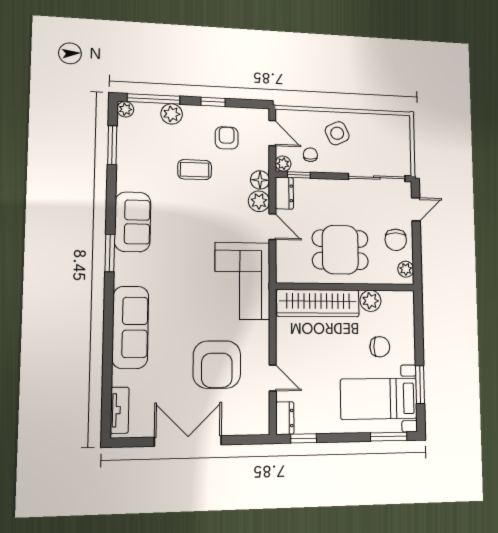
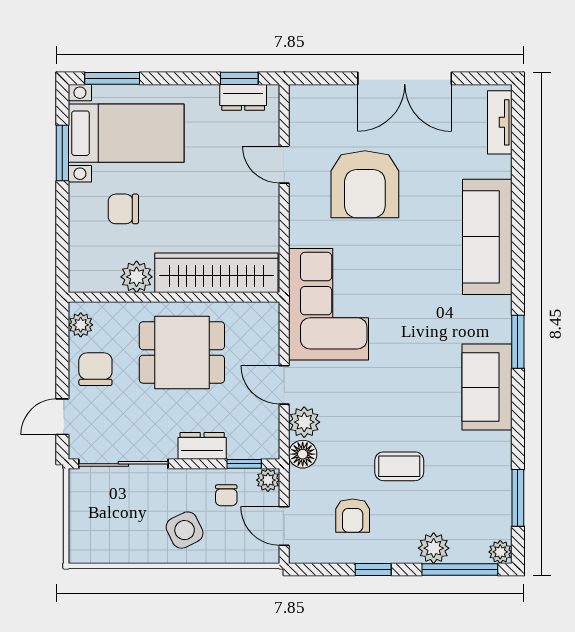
dresser: (284, 193) -> (202, 446), moved, turned 90
armchair: (217, 365) -> (365, 184), turned 180
dresser: (285, 418) -> (243, 97), moved, turned -90

